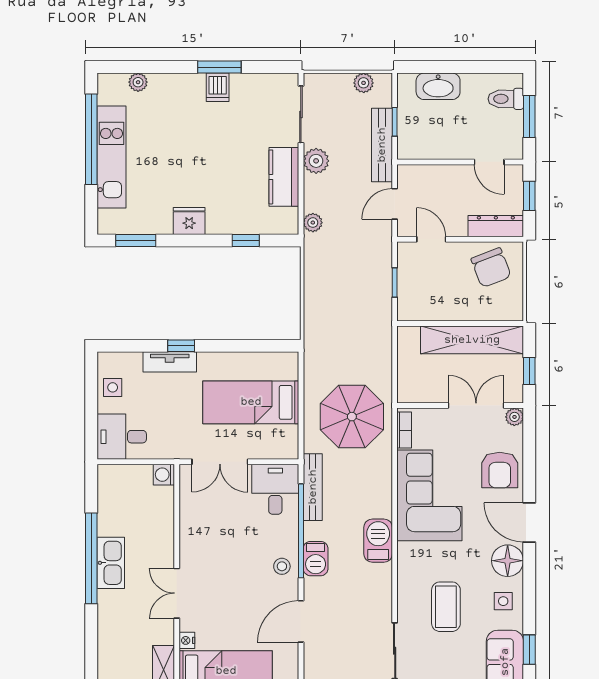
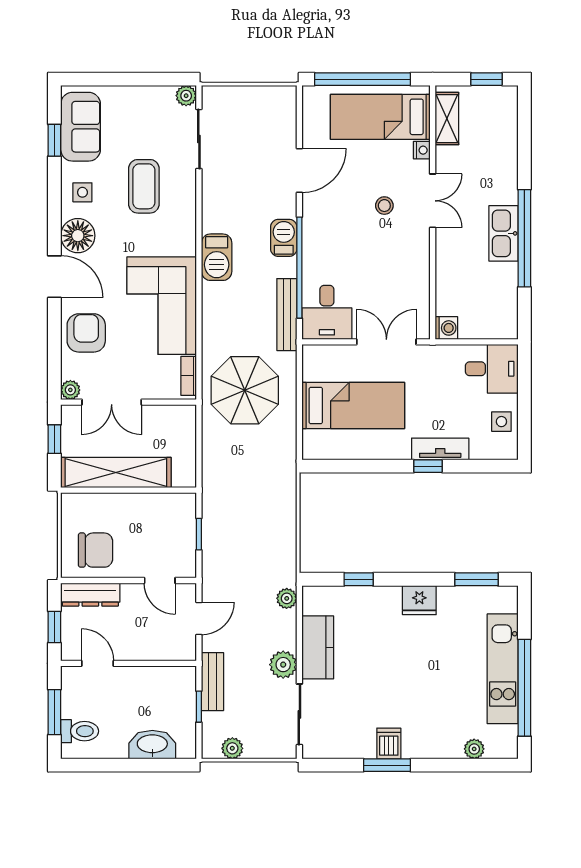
bench: (382, 145) -> (212, 682), width x0.73
chair: (491, 268) -> (96, 550), turned 111
stool: (282, 566) -> (384, 206), moved

